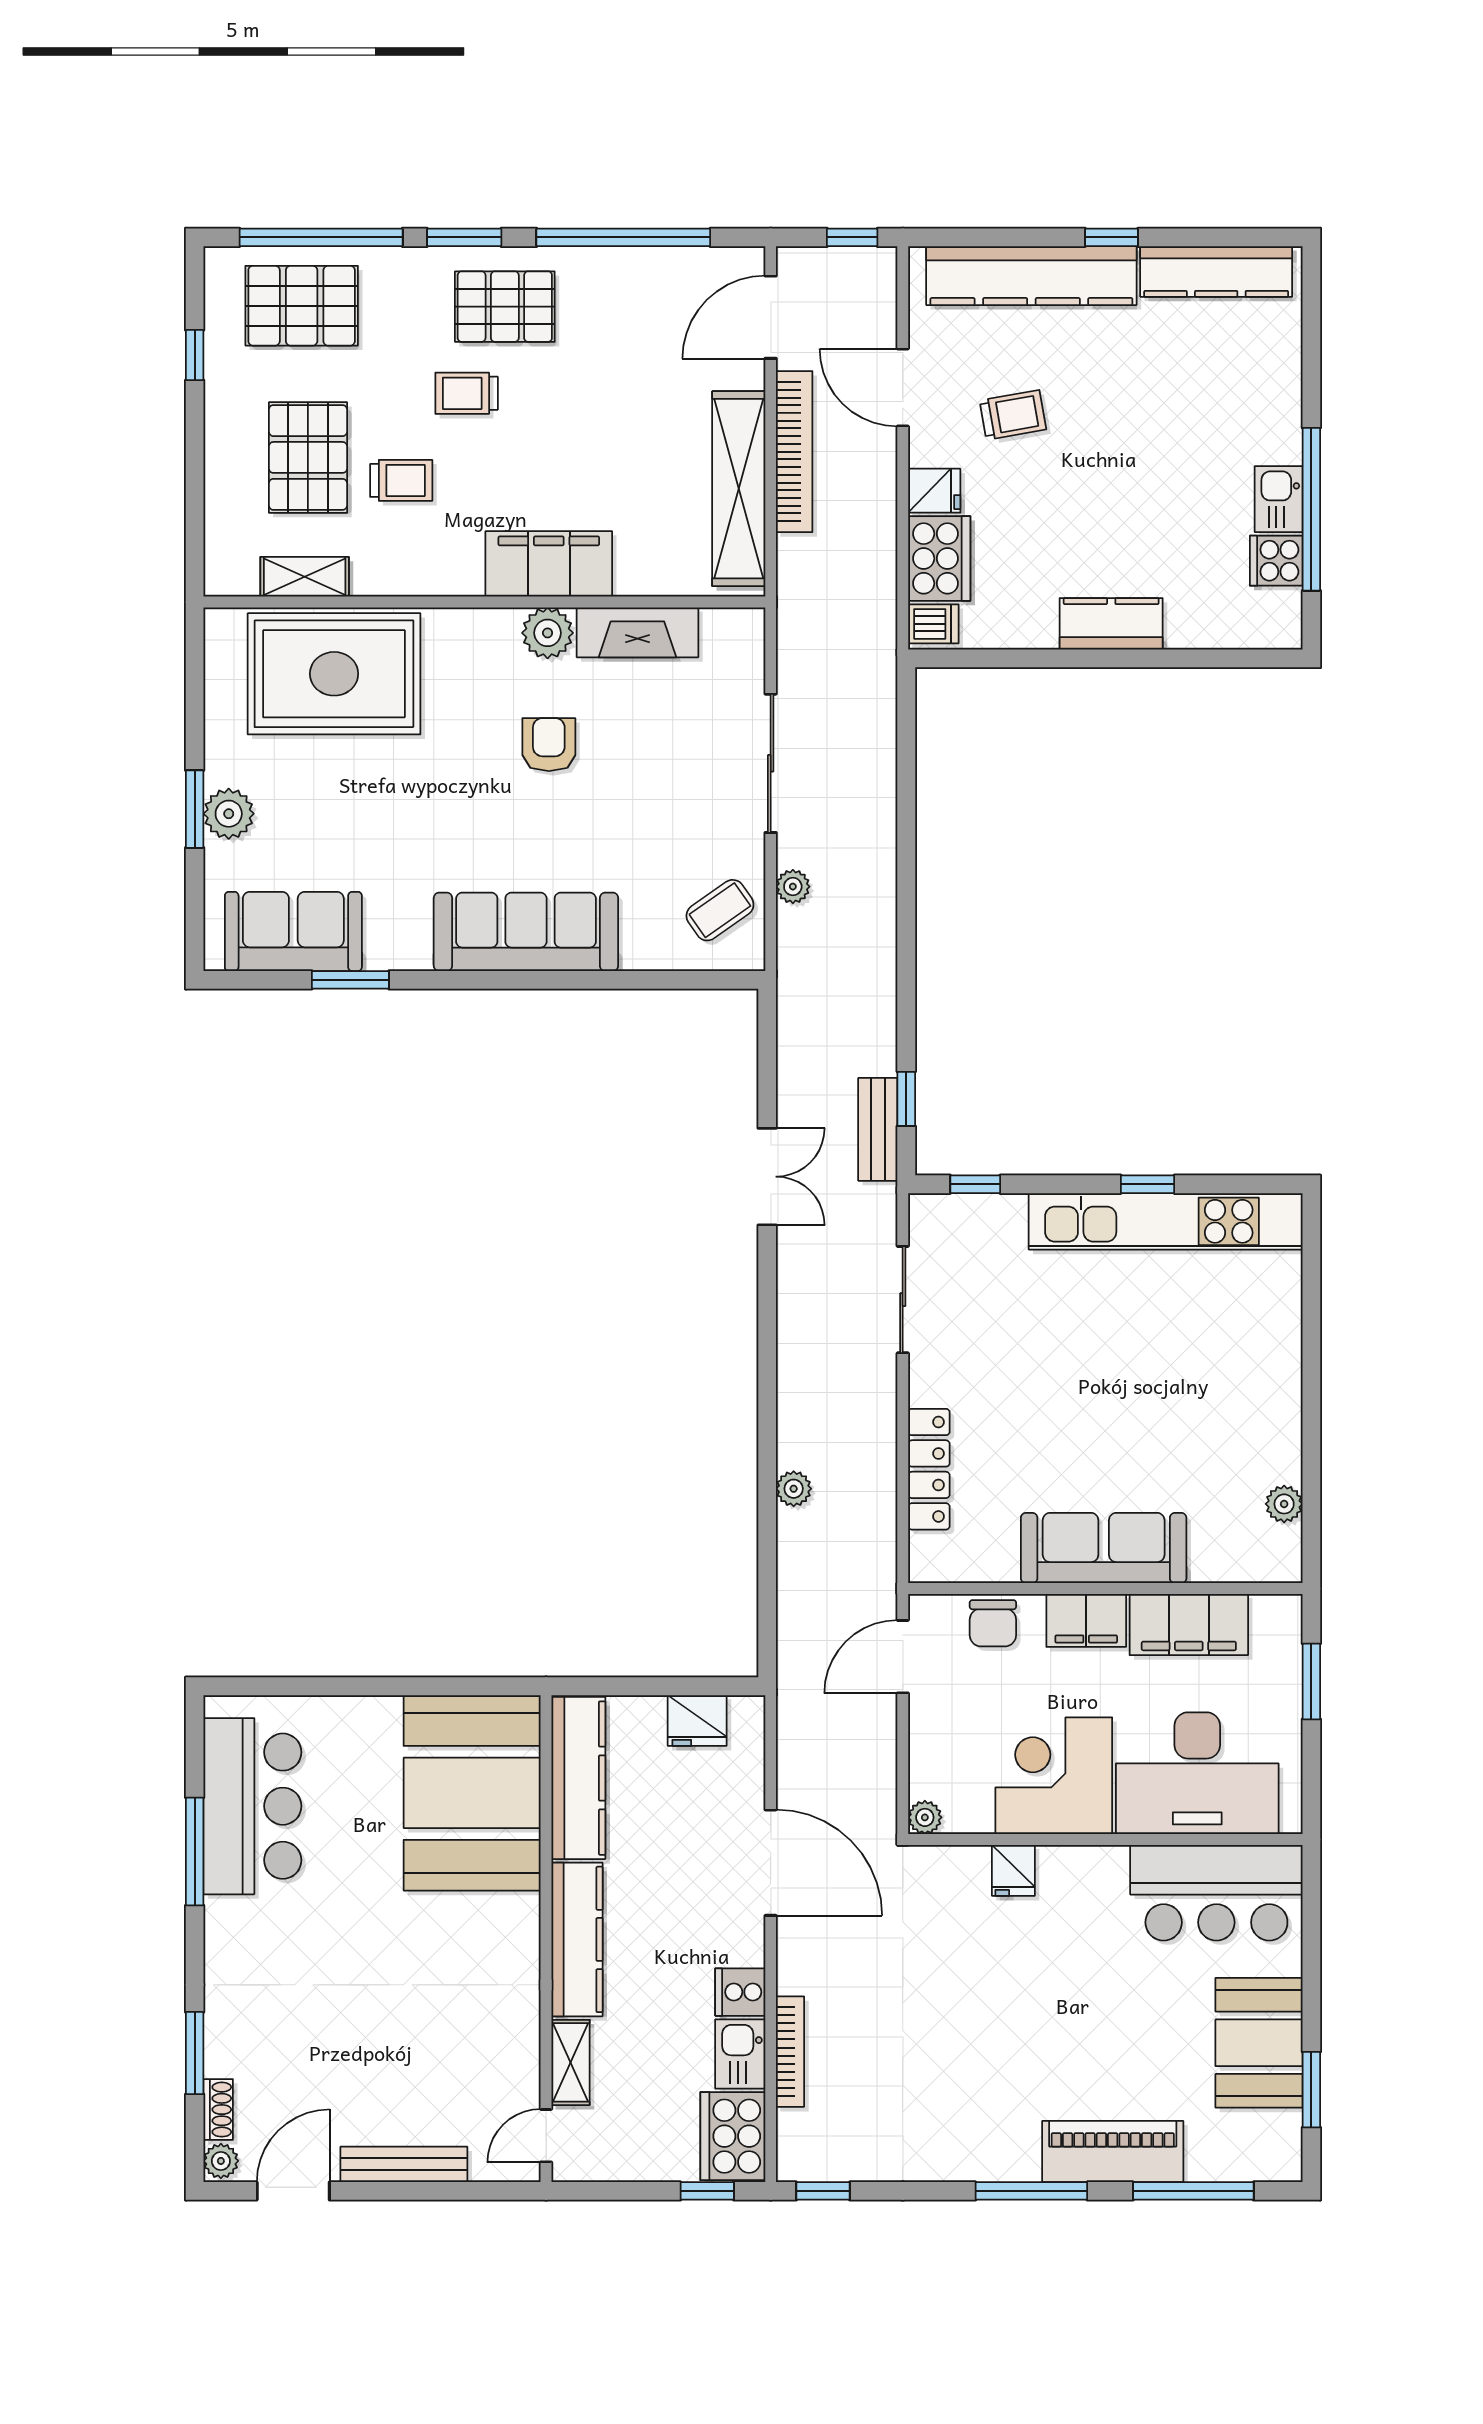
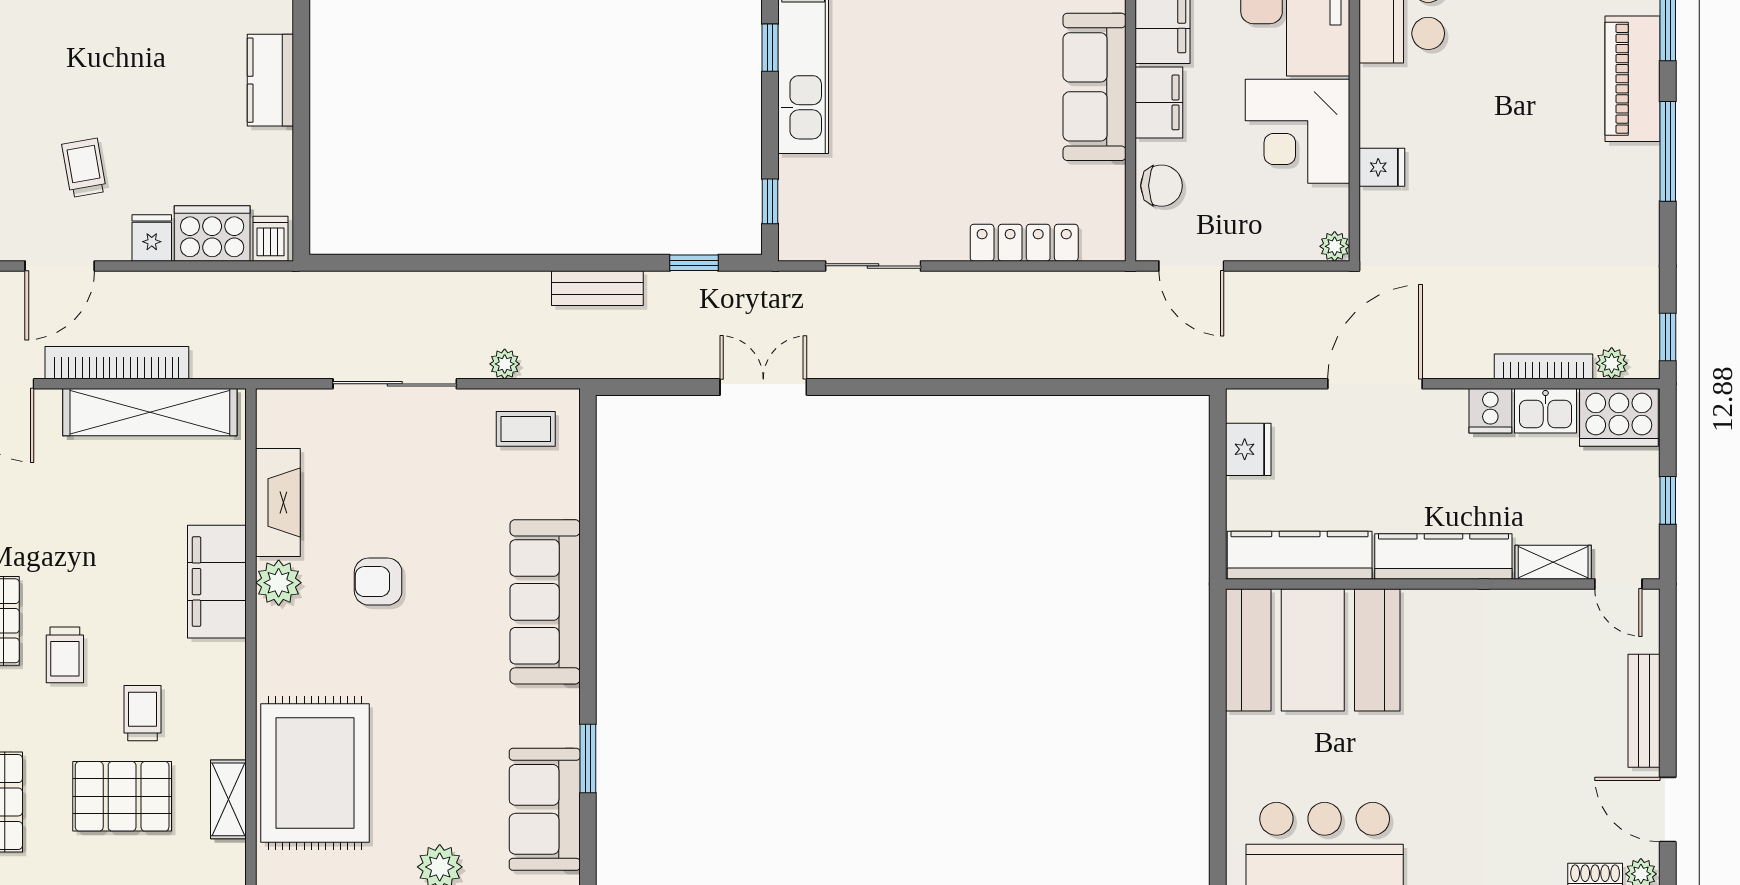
coffee table: (720, 910) -> (526, 429), turned -55
bench: (878, 1129) -> (597, 288), moved
plant: (794, 1489) -> (1612, 363), moved
window: (707, 2191) -> (1668, 500), moved

